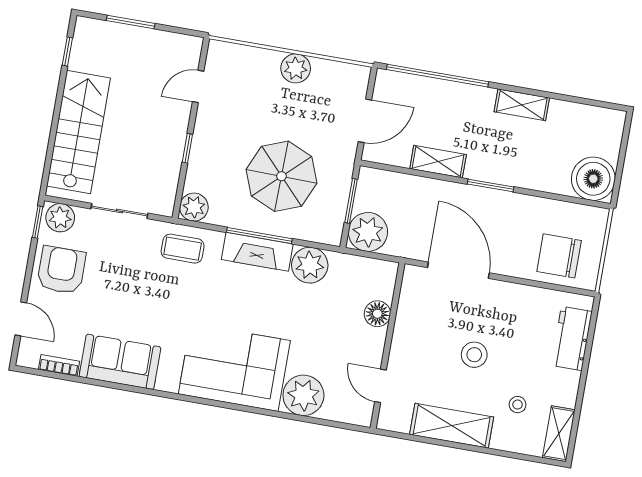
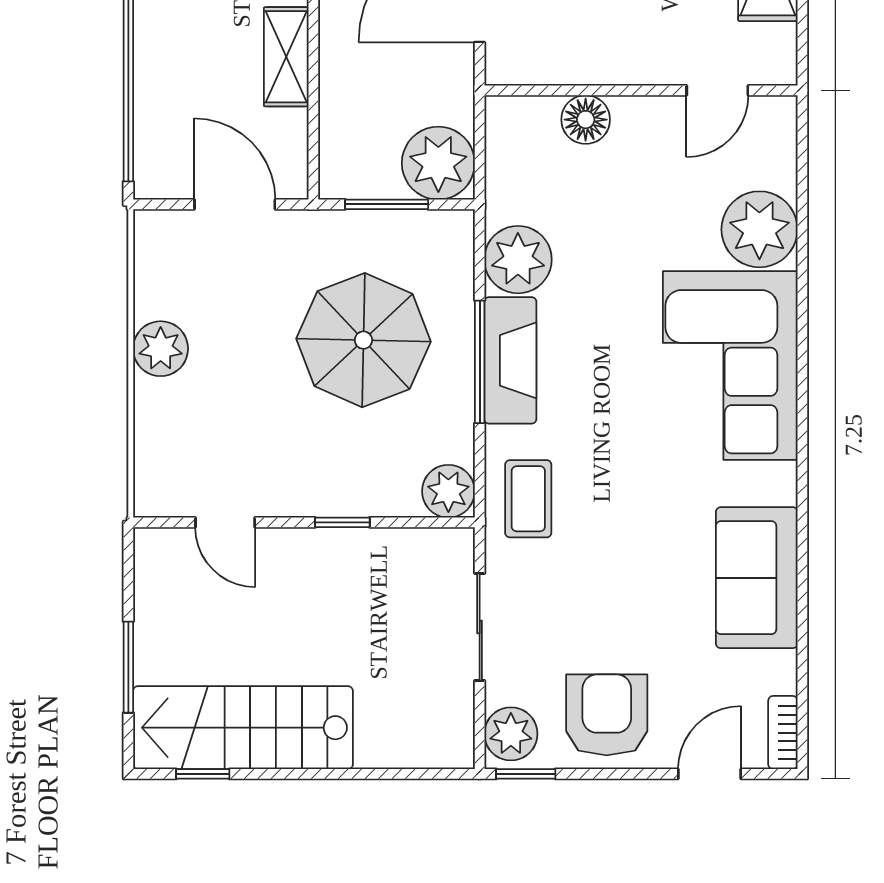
stairs: (78, 132) -> (243, 728), moved
armchair: (61, 270) -> (607, 715), turned 90
bookcase: (59, 365) -> (783, 733), moved

